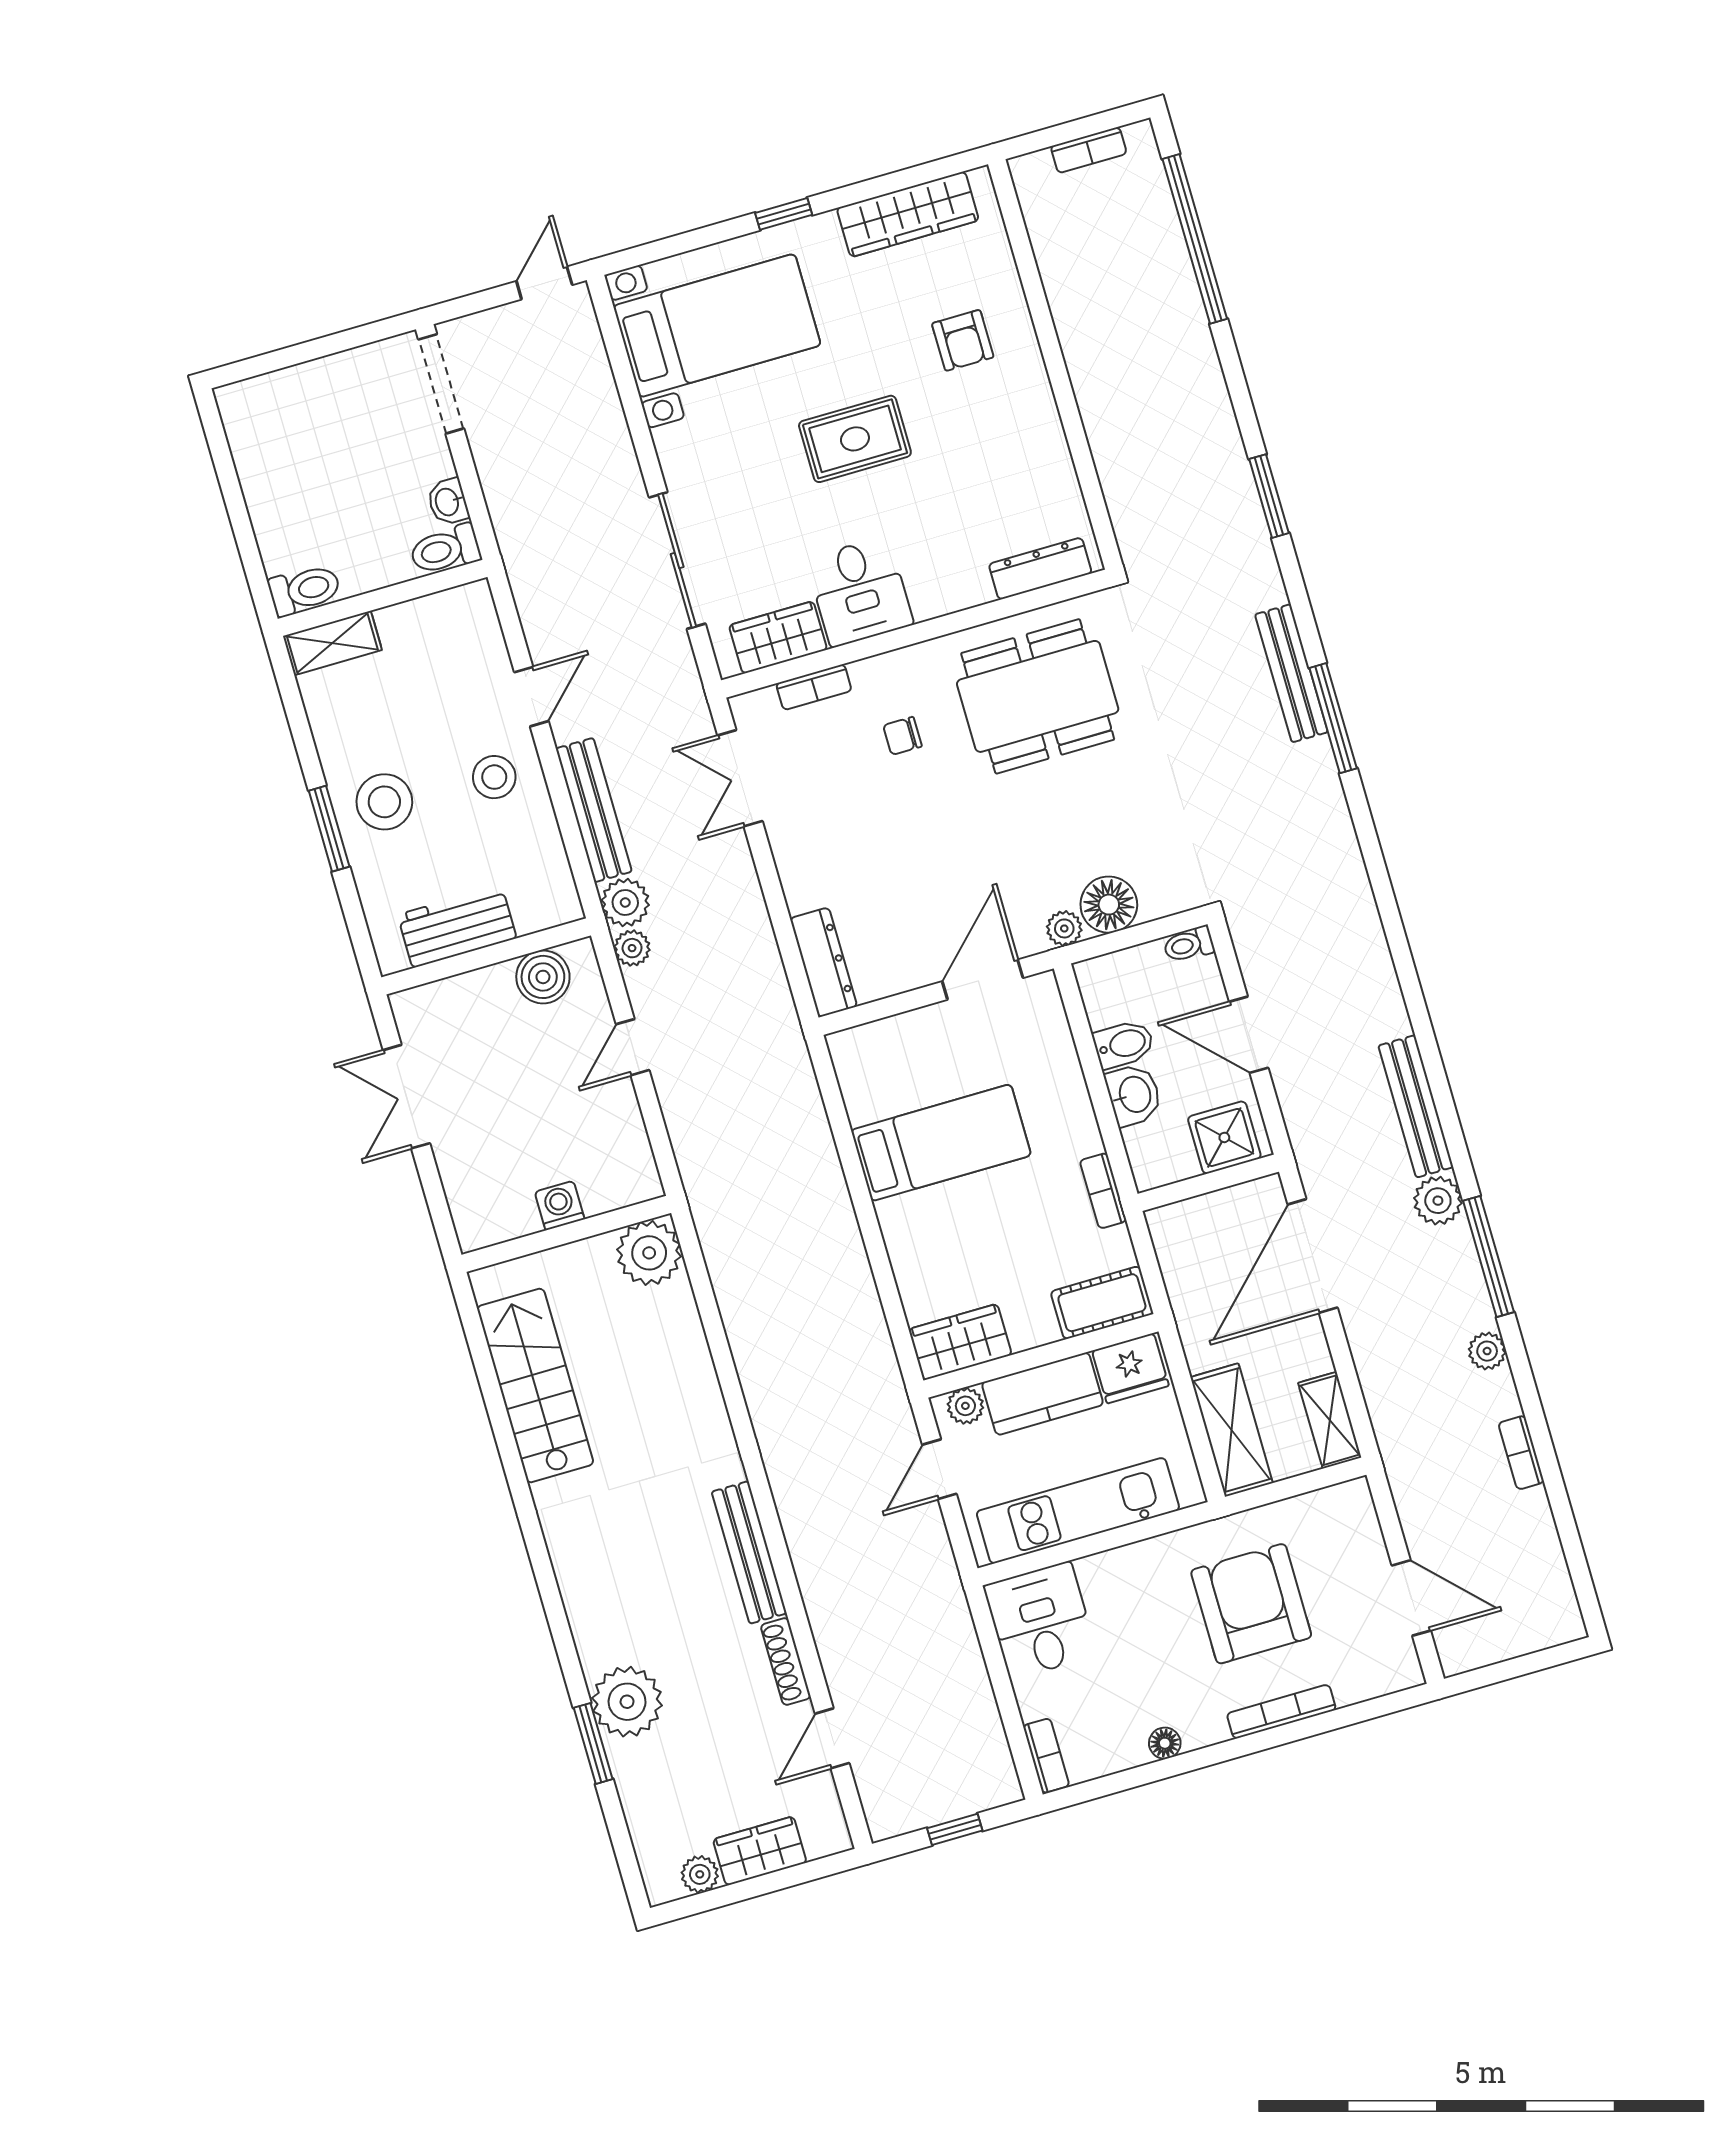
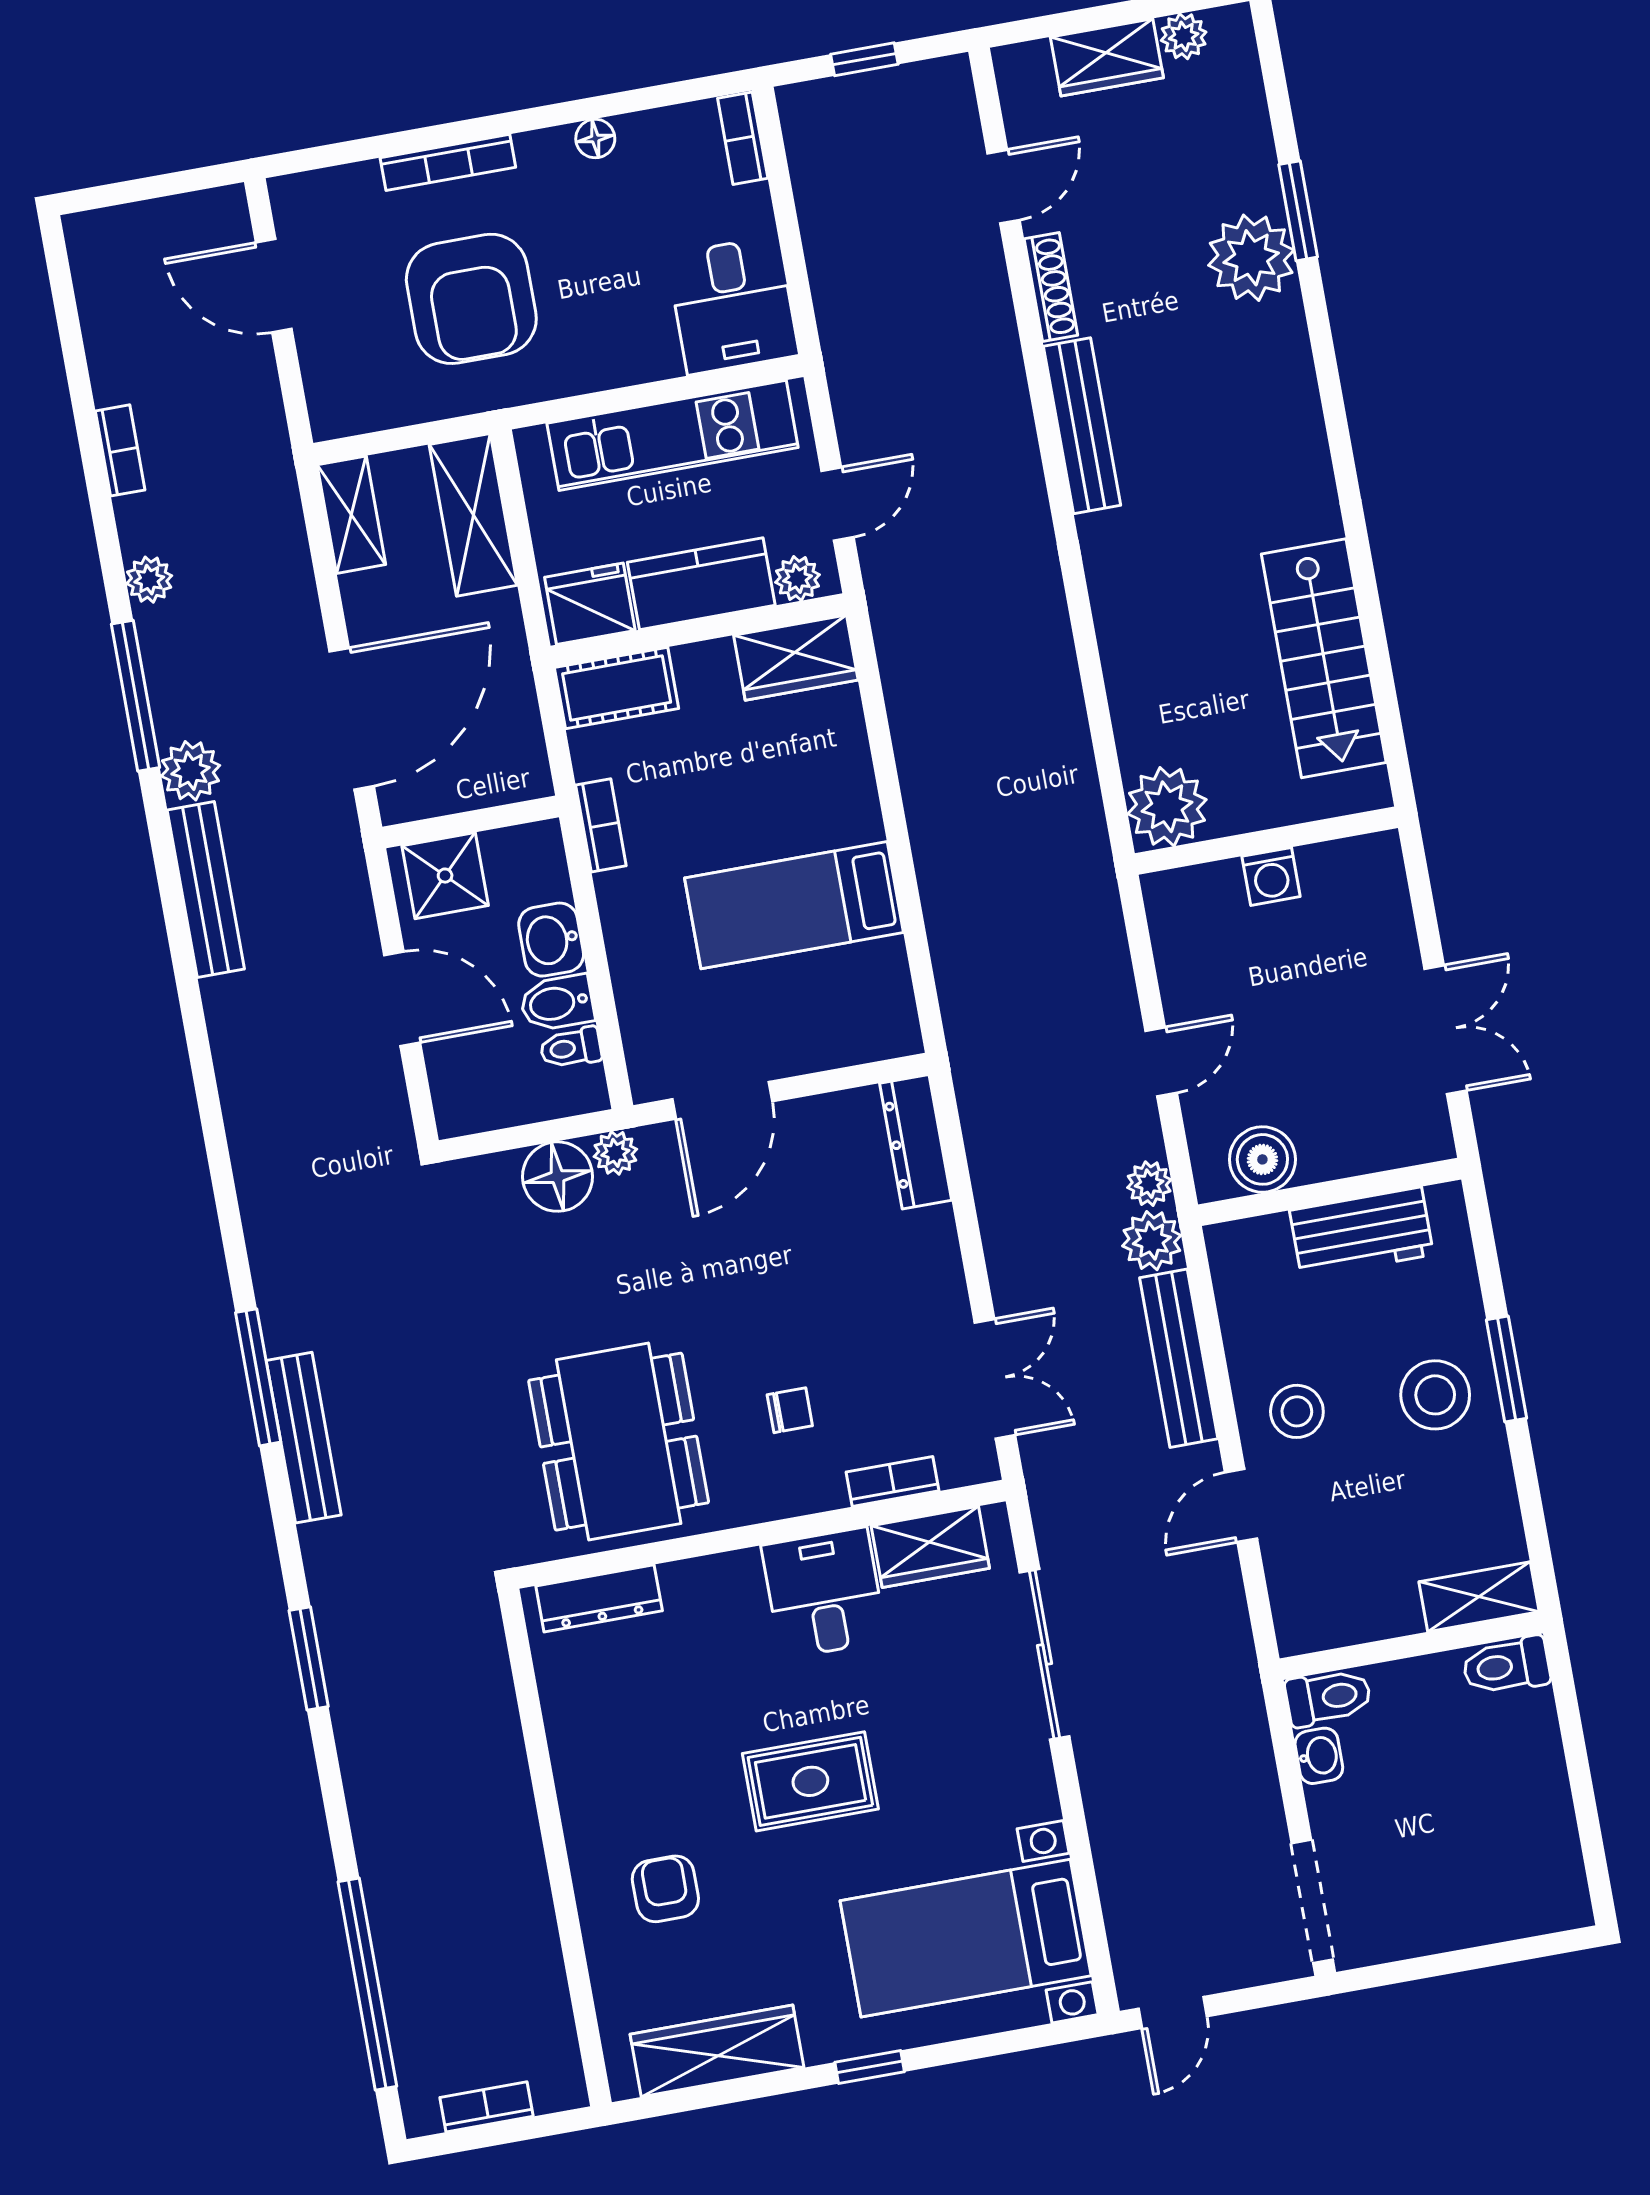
dining table: (1038, 696) -> (619, 1442), turned 90
toilet: (1189, 945) -> (571, 1048), moved, turned 180

